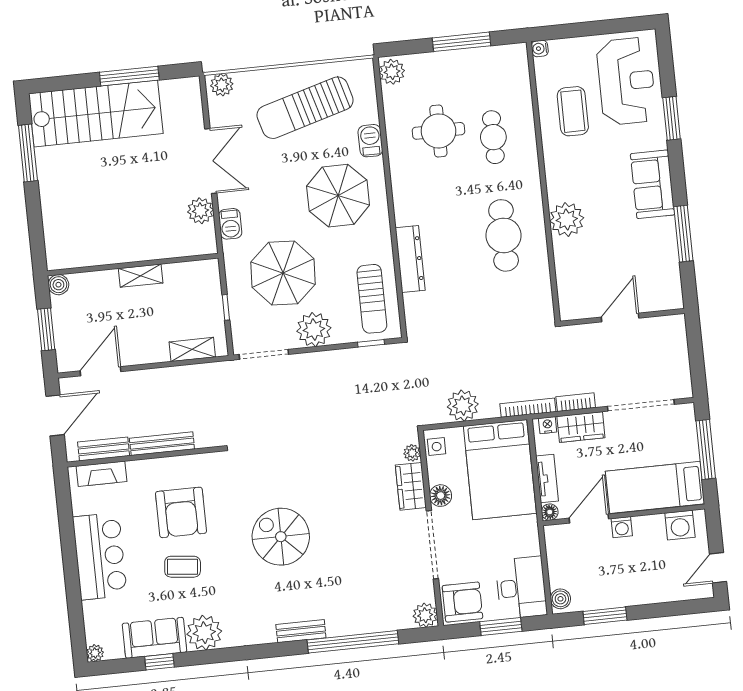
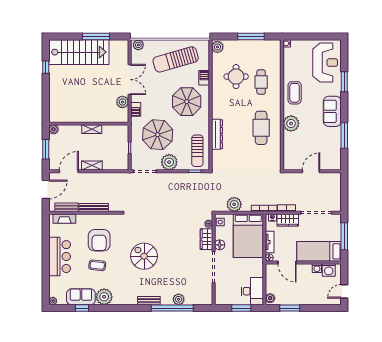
coffee table: (573, 111) -> (295, 93), moved
window: (28, 153) -> (46, 67), width x0.46
shelving: (192, 349) -> (92, 166), moved
door: (589, 519) -> (287, 262), swing flipped
washing machine: (622, 527) -> (317, 268), moved
armchair: (462, 602) -> (225, 295), removed
plant: (425, 615) -> (179, 299), moved

